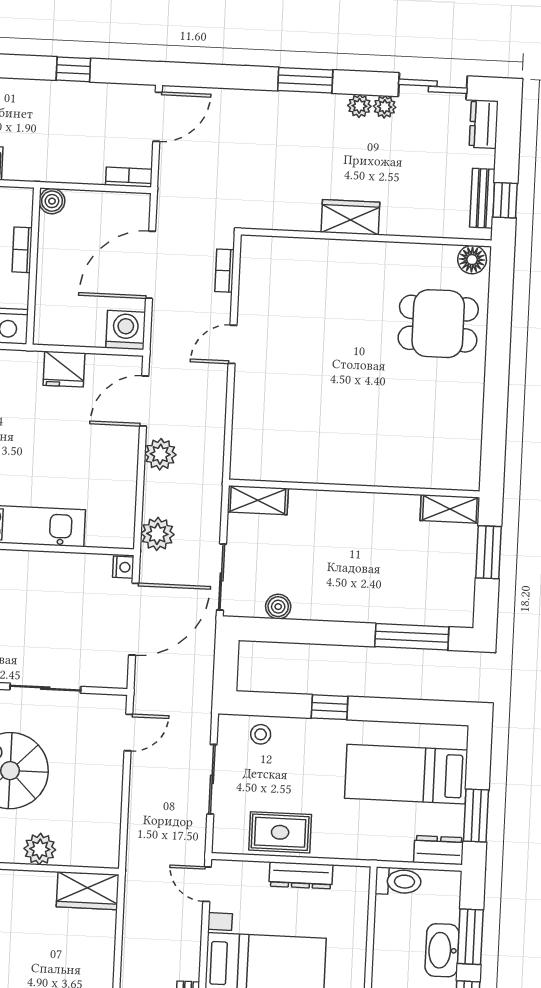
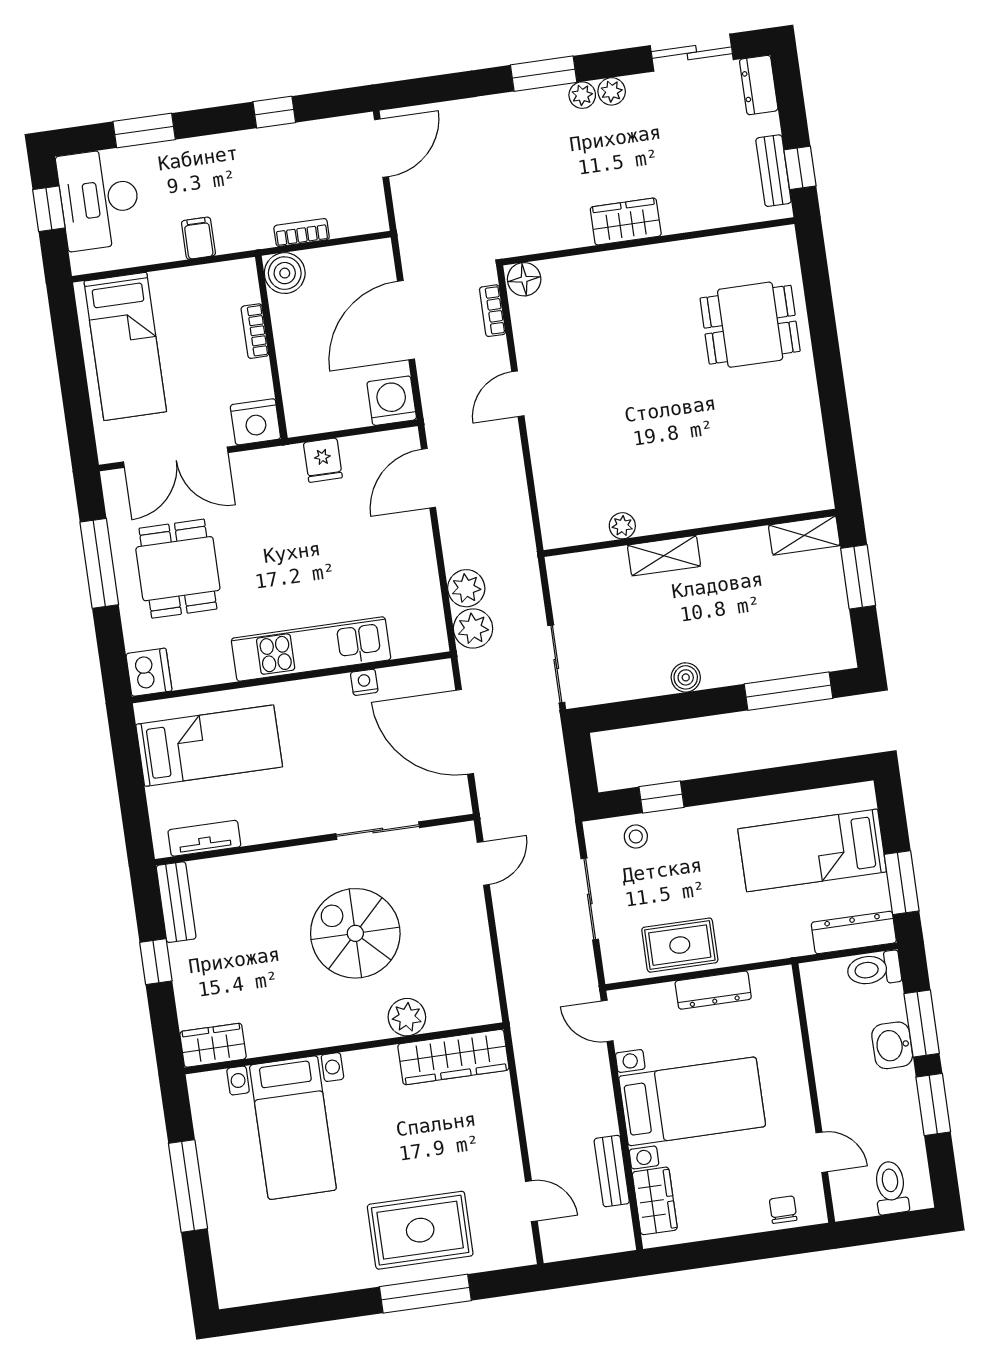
plant: (385, 107) -> (582, 95), moved
bookcase: (129, 177) -> (302, 232), moved
boiler: (52, 201) -> (285, 273), width x1.36, depth x1.36
floor lamp: (472, 260) -> (524, 279), moved
fridge: (64, 369) -> (323, 460), width x0.72
plant: (160, 454) -> (466, 588), moved
plant: (299, 472) -> (622, 526), added
shelving: (258, 500) -> (664, 556), moved
nightstand: (123, 567) -> (364, 682), moved, turned -90
boiler: (278, 607) -> (686, 677), moved
door: (134, 619) -> (465, 732), swing flipped
window: (330, 707) -> (662, 797), moved
dresser: (439, 850) -> (854, 932), width x1.44
toilet: (398, 881) -> (874, 969), moved, turned 180
wardrobe: (88, 891) -> (453, 1057), width x1.50
washbasin: (442, 950) -> (892, 1045), width x0.72

